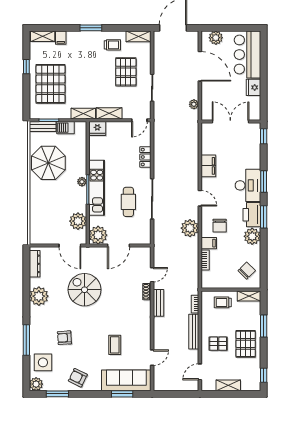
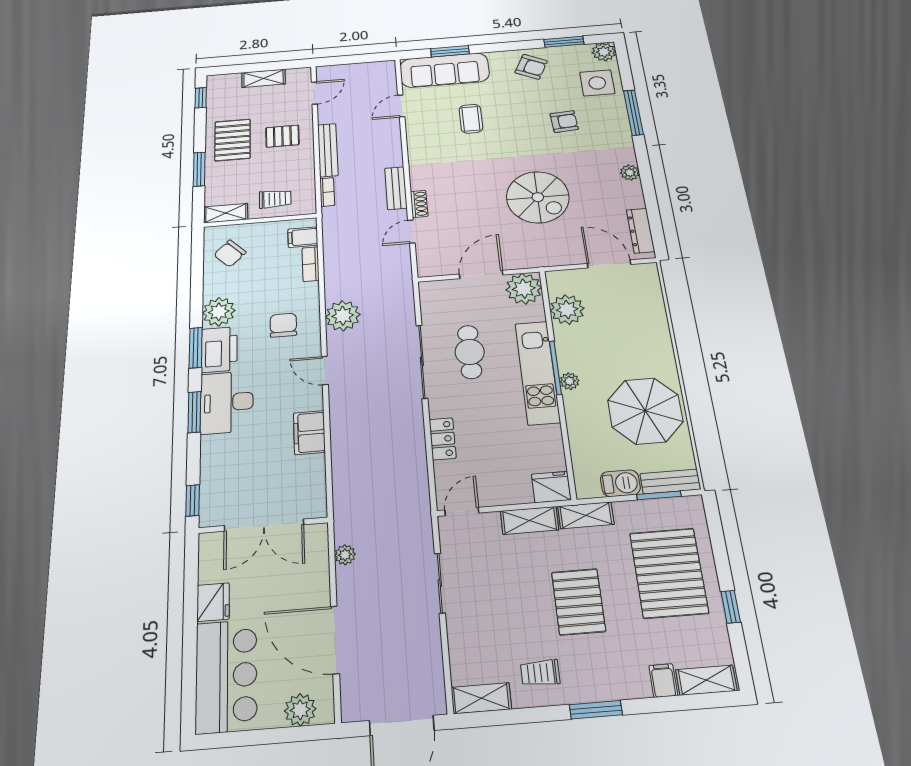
pallet: (126, 72) -> (578, 602), moved
filing cabinet: (209, 243) -> (303, 237), moved
door: (70, 245) -> (609, 264), moved
plant: (39, 296) -> (630, 172), width x0.53, depth x0.53

